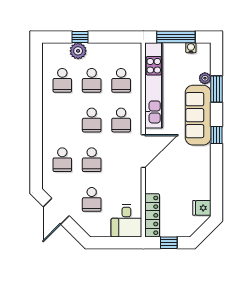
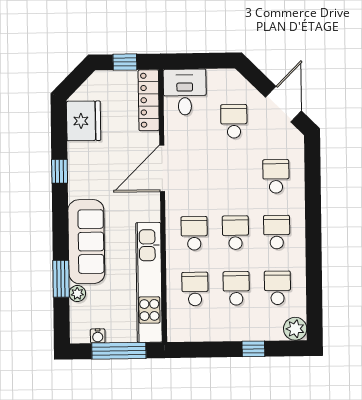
plant: (78, 51) -> (295, 329), moved
window: (216, 135) -> (60, 171), moved
door: (143, 151) -> (162, 168), moved
school desk: (92, 160) -> (277, 232), moved
fridge: (202, 208) -> (84, 121), width x1.88, depth x1.34

